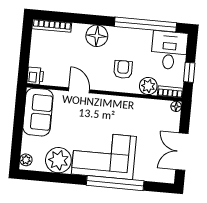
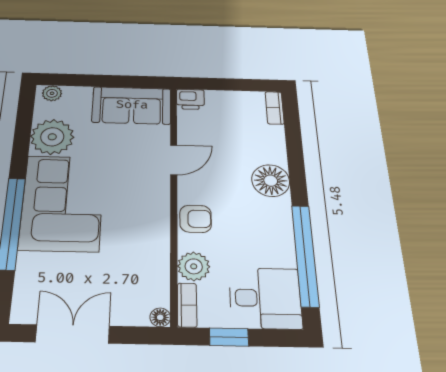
bookcase: (52, 26) -> (275, 108), width x0.64
armchair: (123, 69) -> (196, 219), moved

